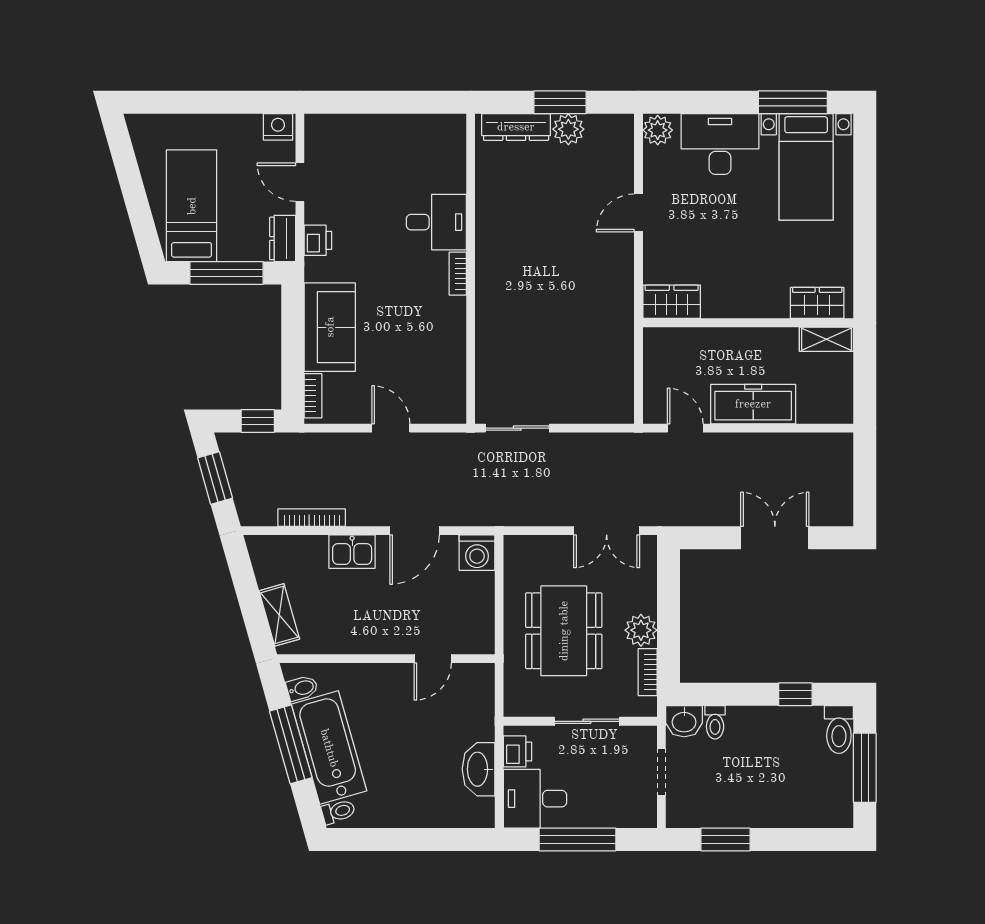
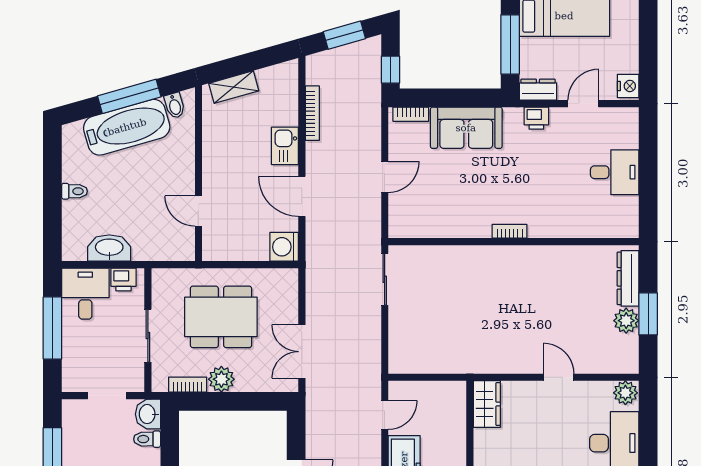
desk: (436, 222) -> (615, 172), moved, turned -90
toilet: (338, 812) -> (74, 191), moved, turned -74

